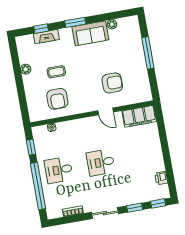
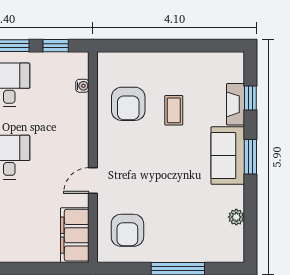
sofa: (90, 33) -> (228, 156), moved
plant: (26, 69) -> (187, 60), removed
armchair: (112, 83) -> (127, 230), moved
armchair: (57, 99) -> (128, 104), turned -90

